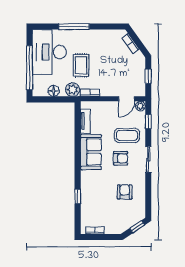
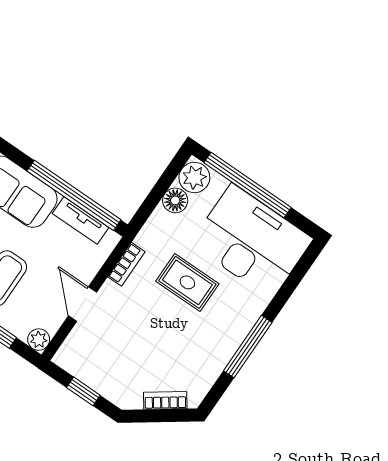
window: (74, 27) -> (248, 347), moved
plant: (73, 90) -> (194, 177), moved
door: (126, 99) -> (83, 304), moved
window: (78, 130) -> (74, 195), added

